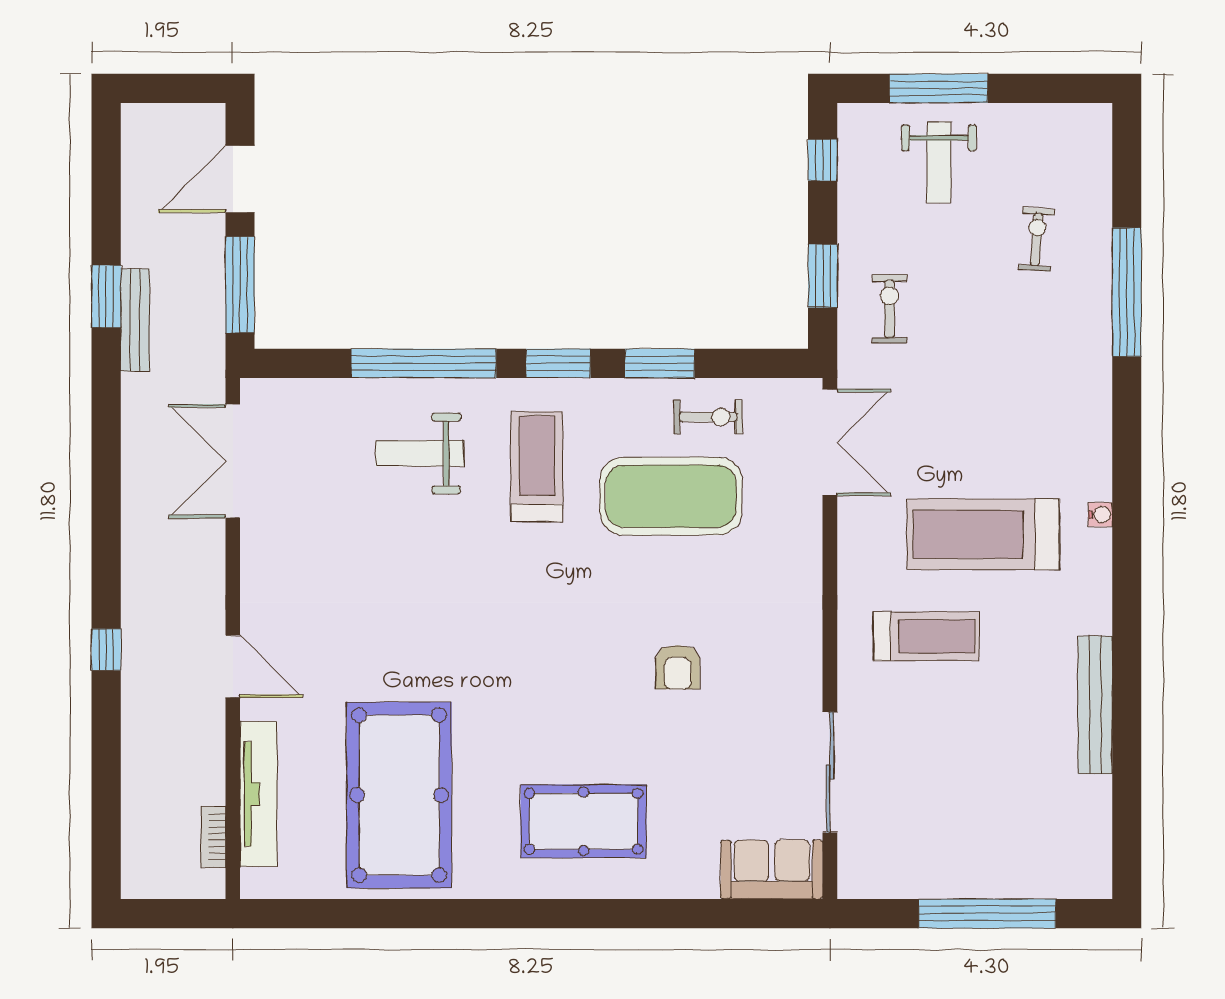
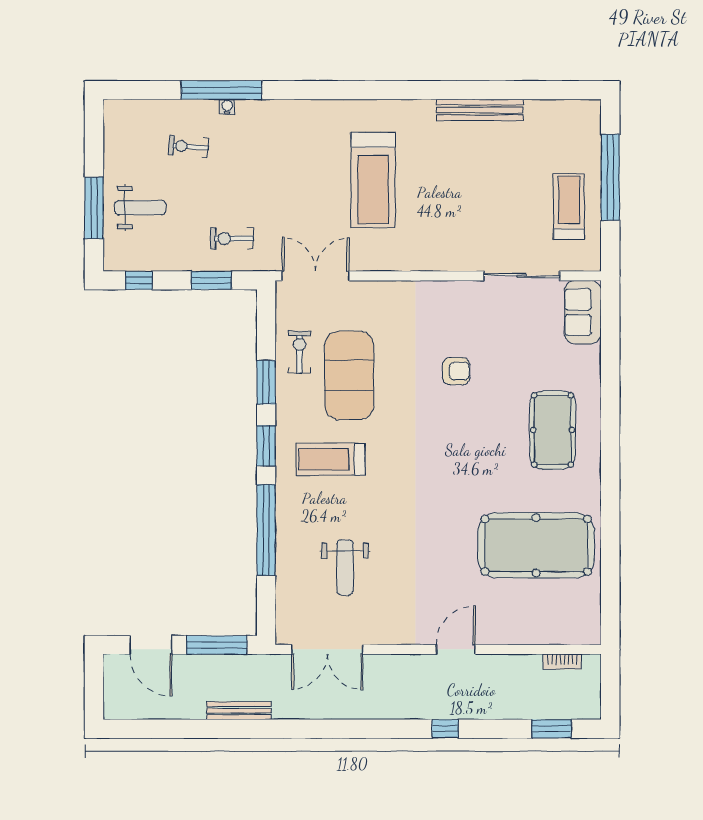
window: (106, 296) -> (552, 729), moved
weight bench: (420, 453) -> (345, 567), moved
water cooler: (1100, 515) -> (227, 107), moved
treadmill: (926, 636) -> (569, 206), moved
tv unit: (259, 794) -> (535, 633), removed

